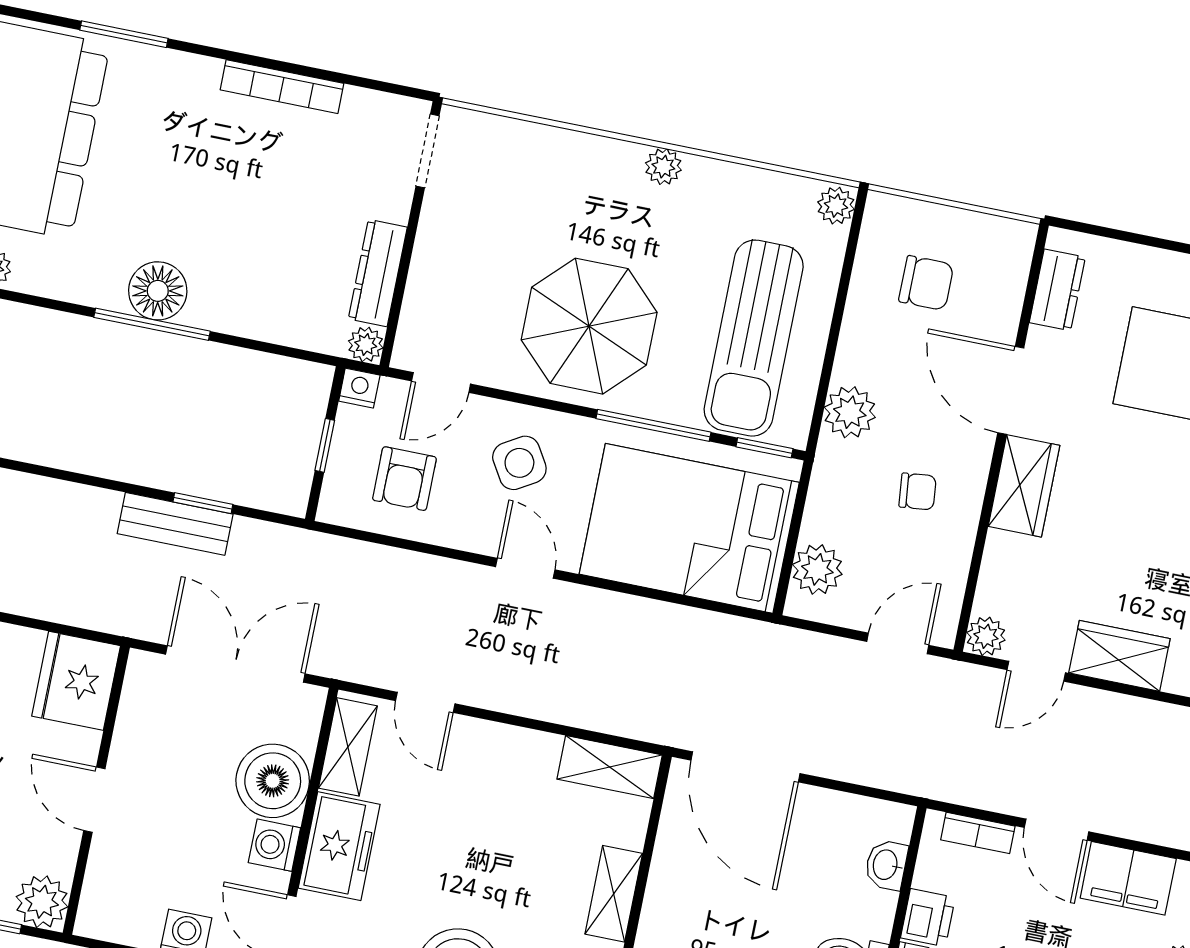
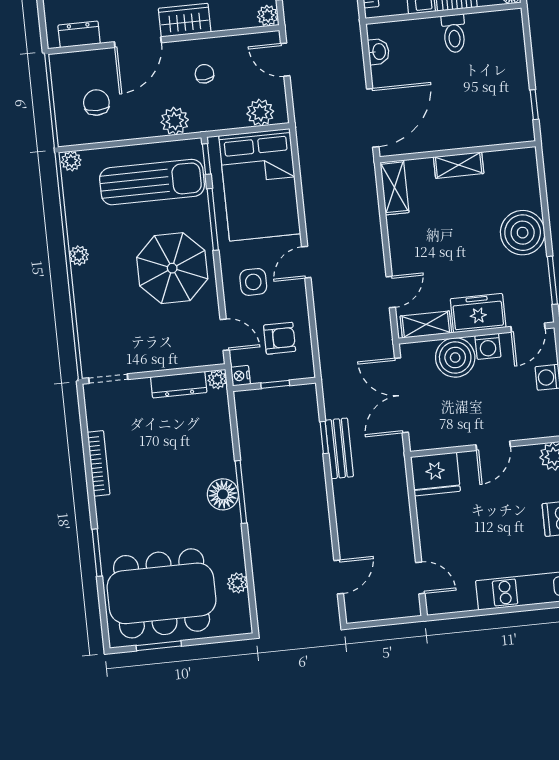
side table: (519, 463) -> (253, 282), turned 31
washbasin: (886, 865) -> (379, 52), moved, turned -90

